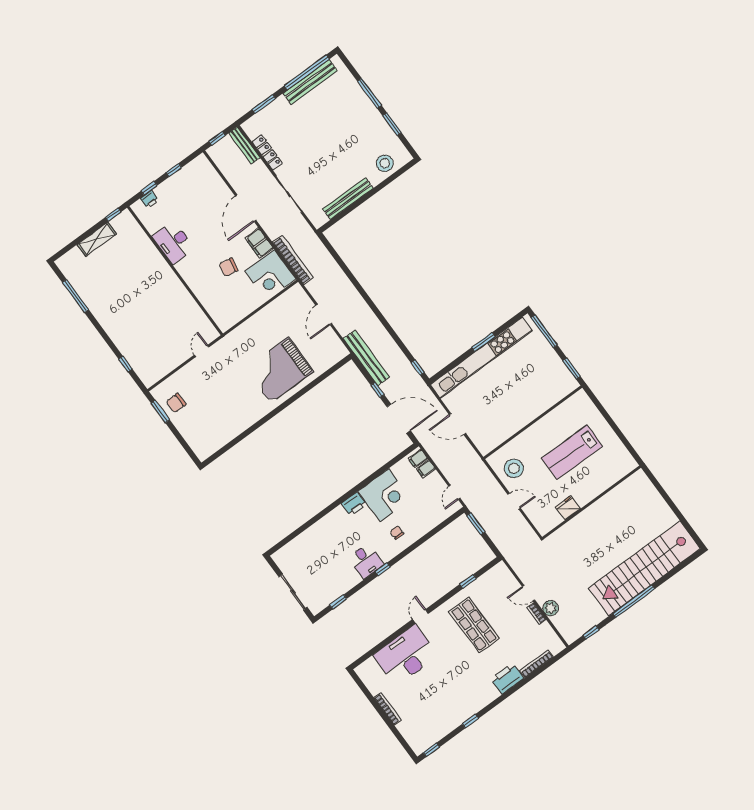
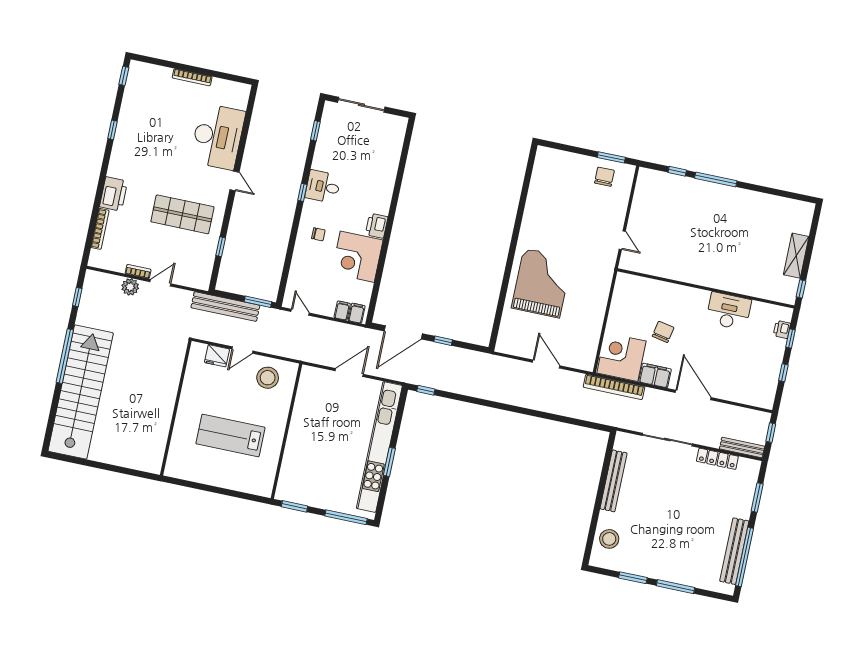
window: (76, 296) -> (716, 179), moved
bench: (366, 358) -> (225, 307), moved
lab bench: (572, 452) -> (230, 436), turned -90
fridge: (568, 508) -> (217, 356), moved, turned 90

